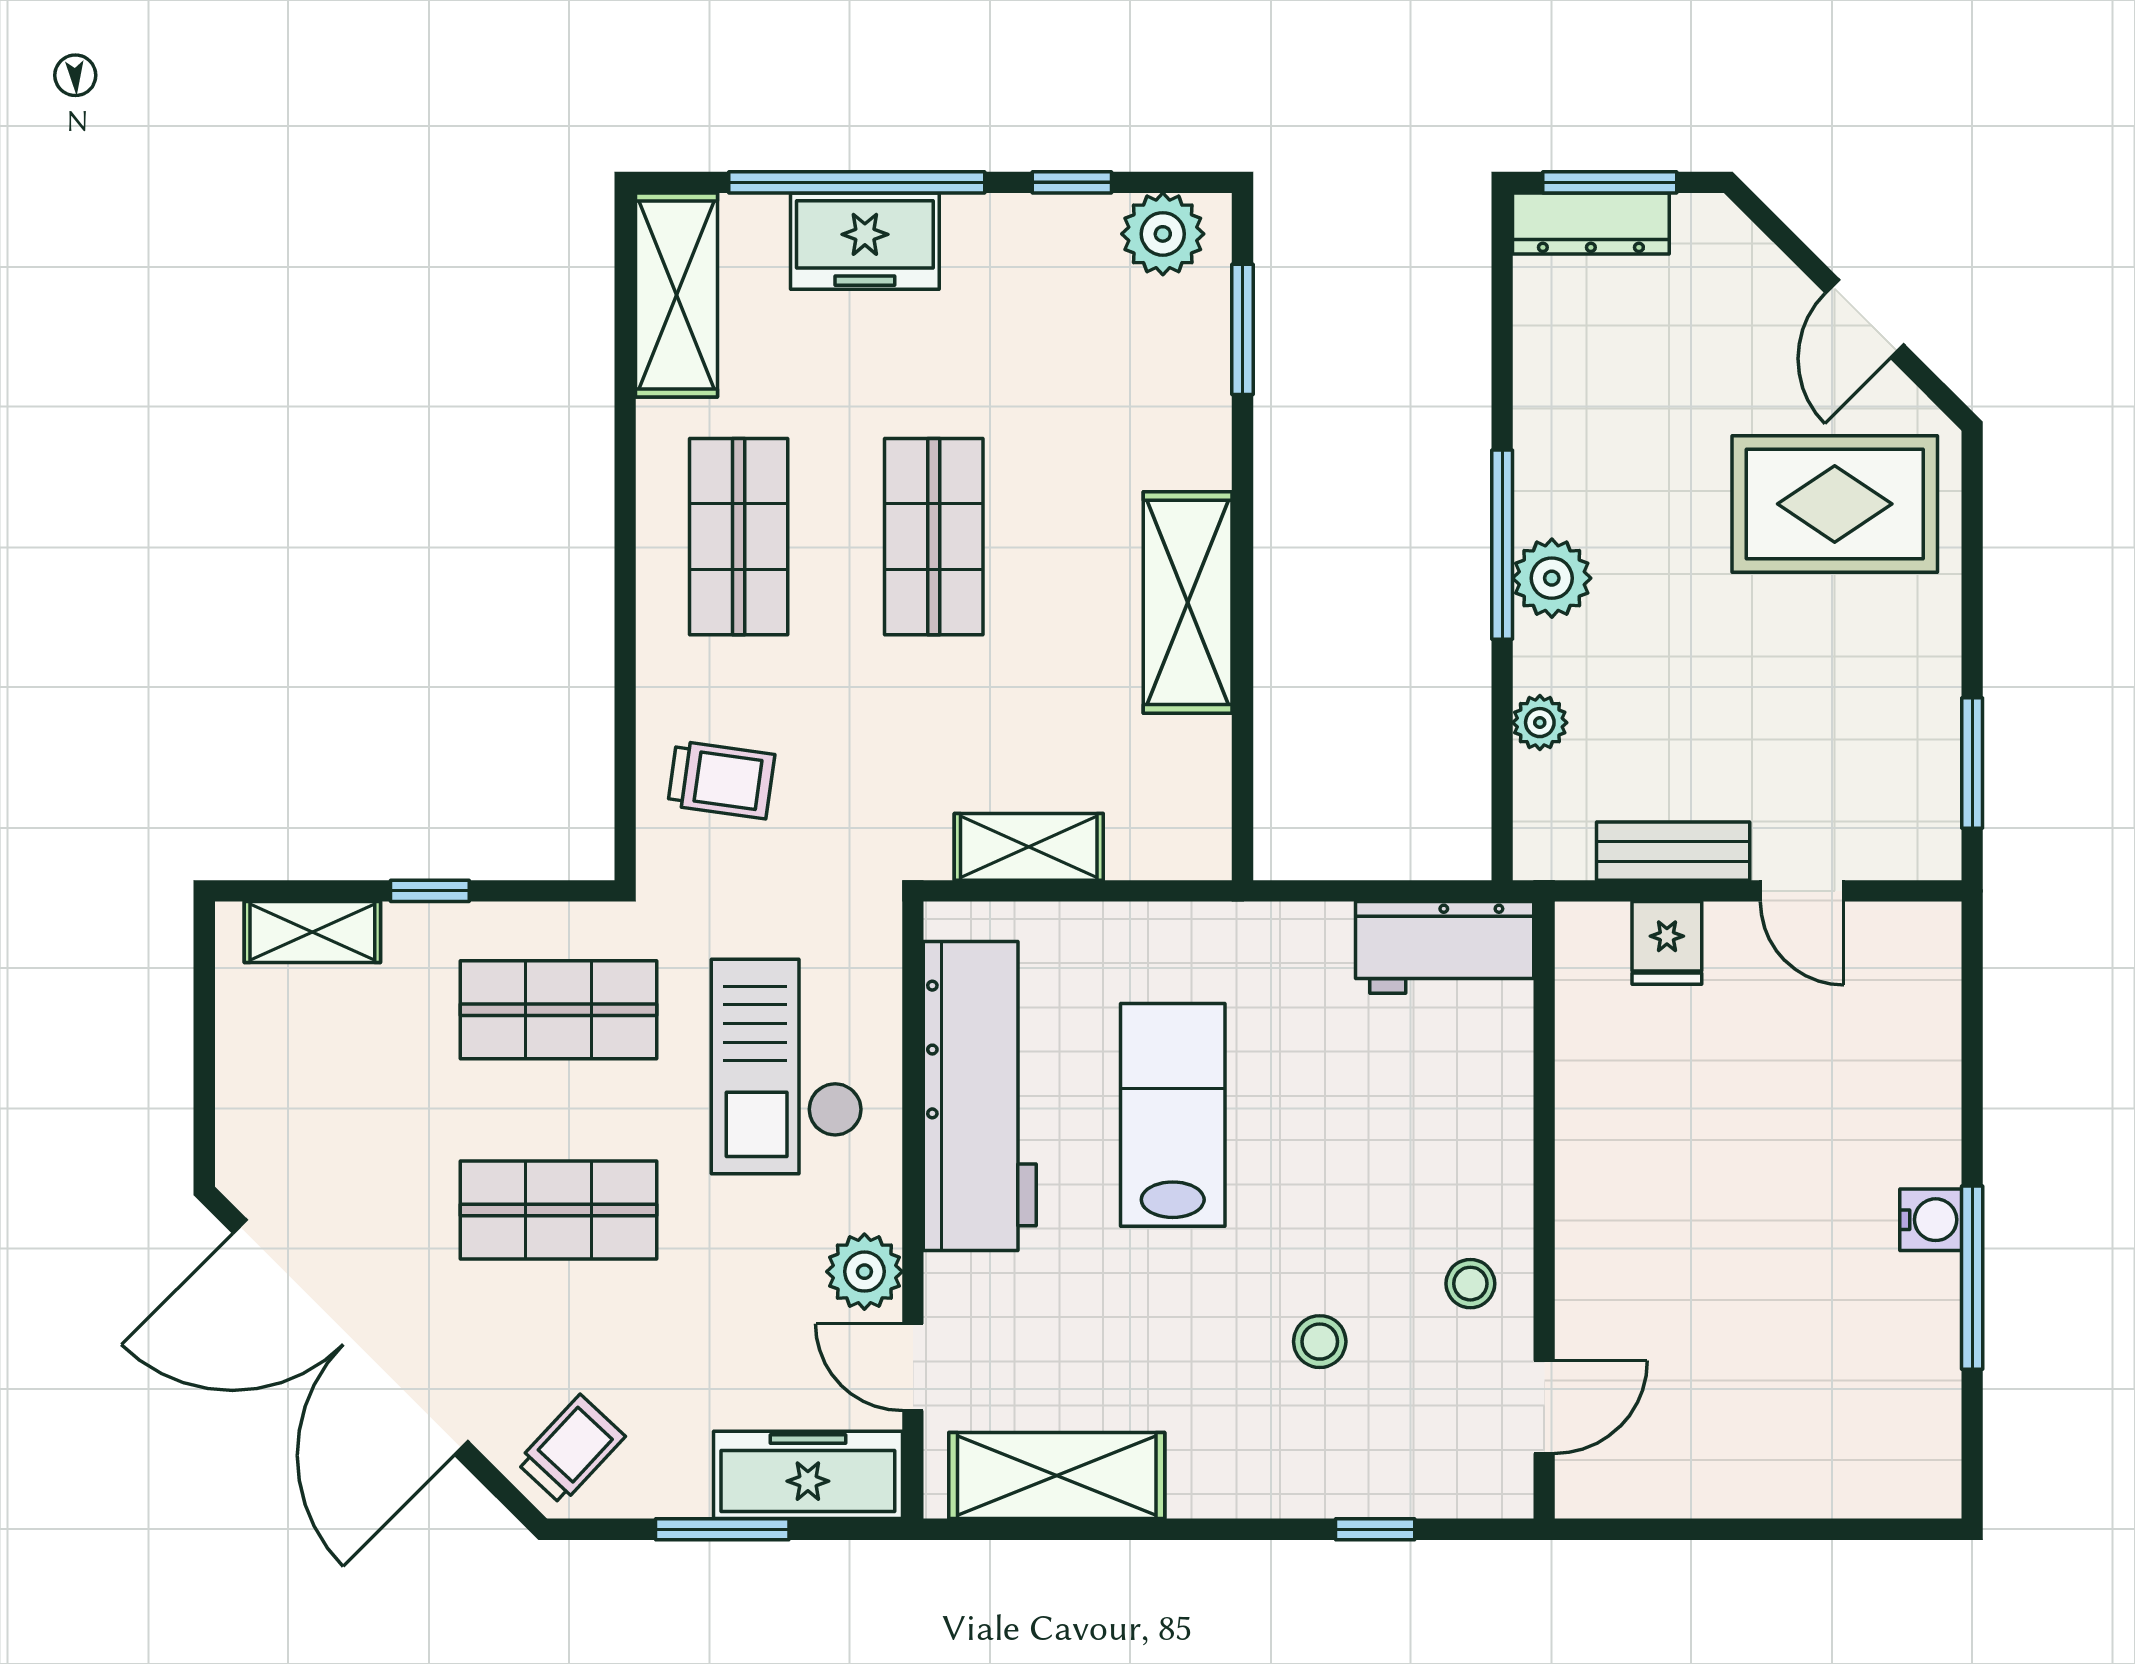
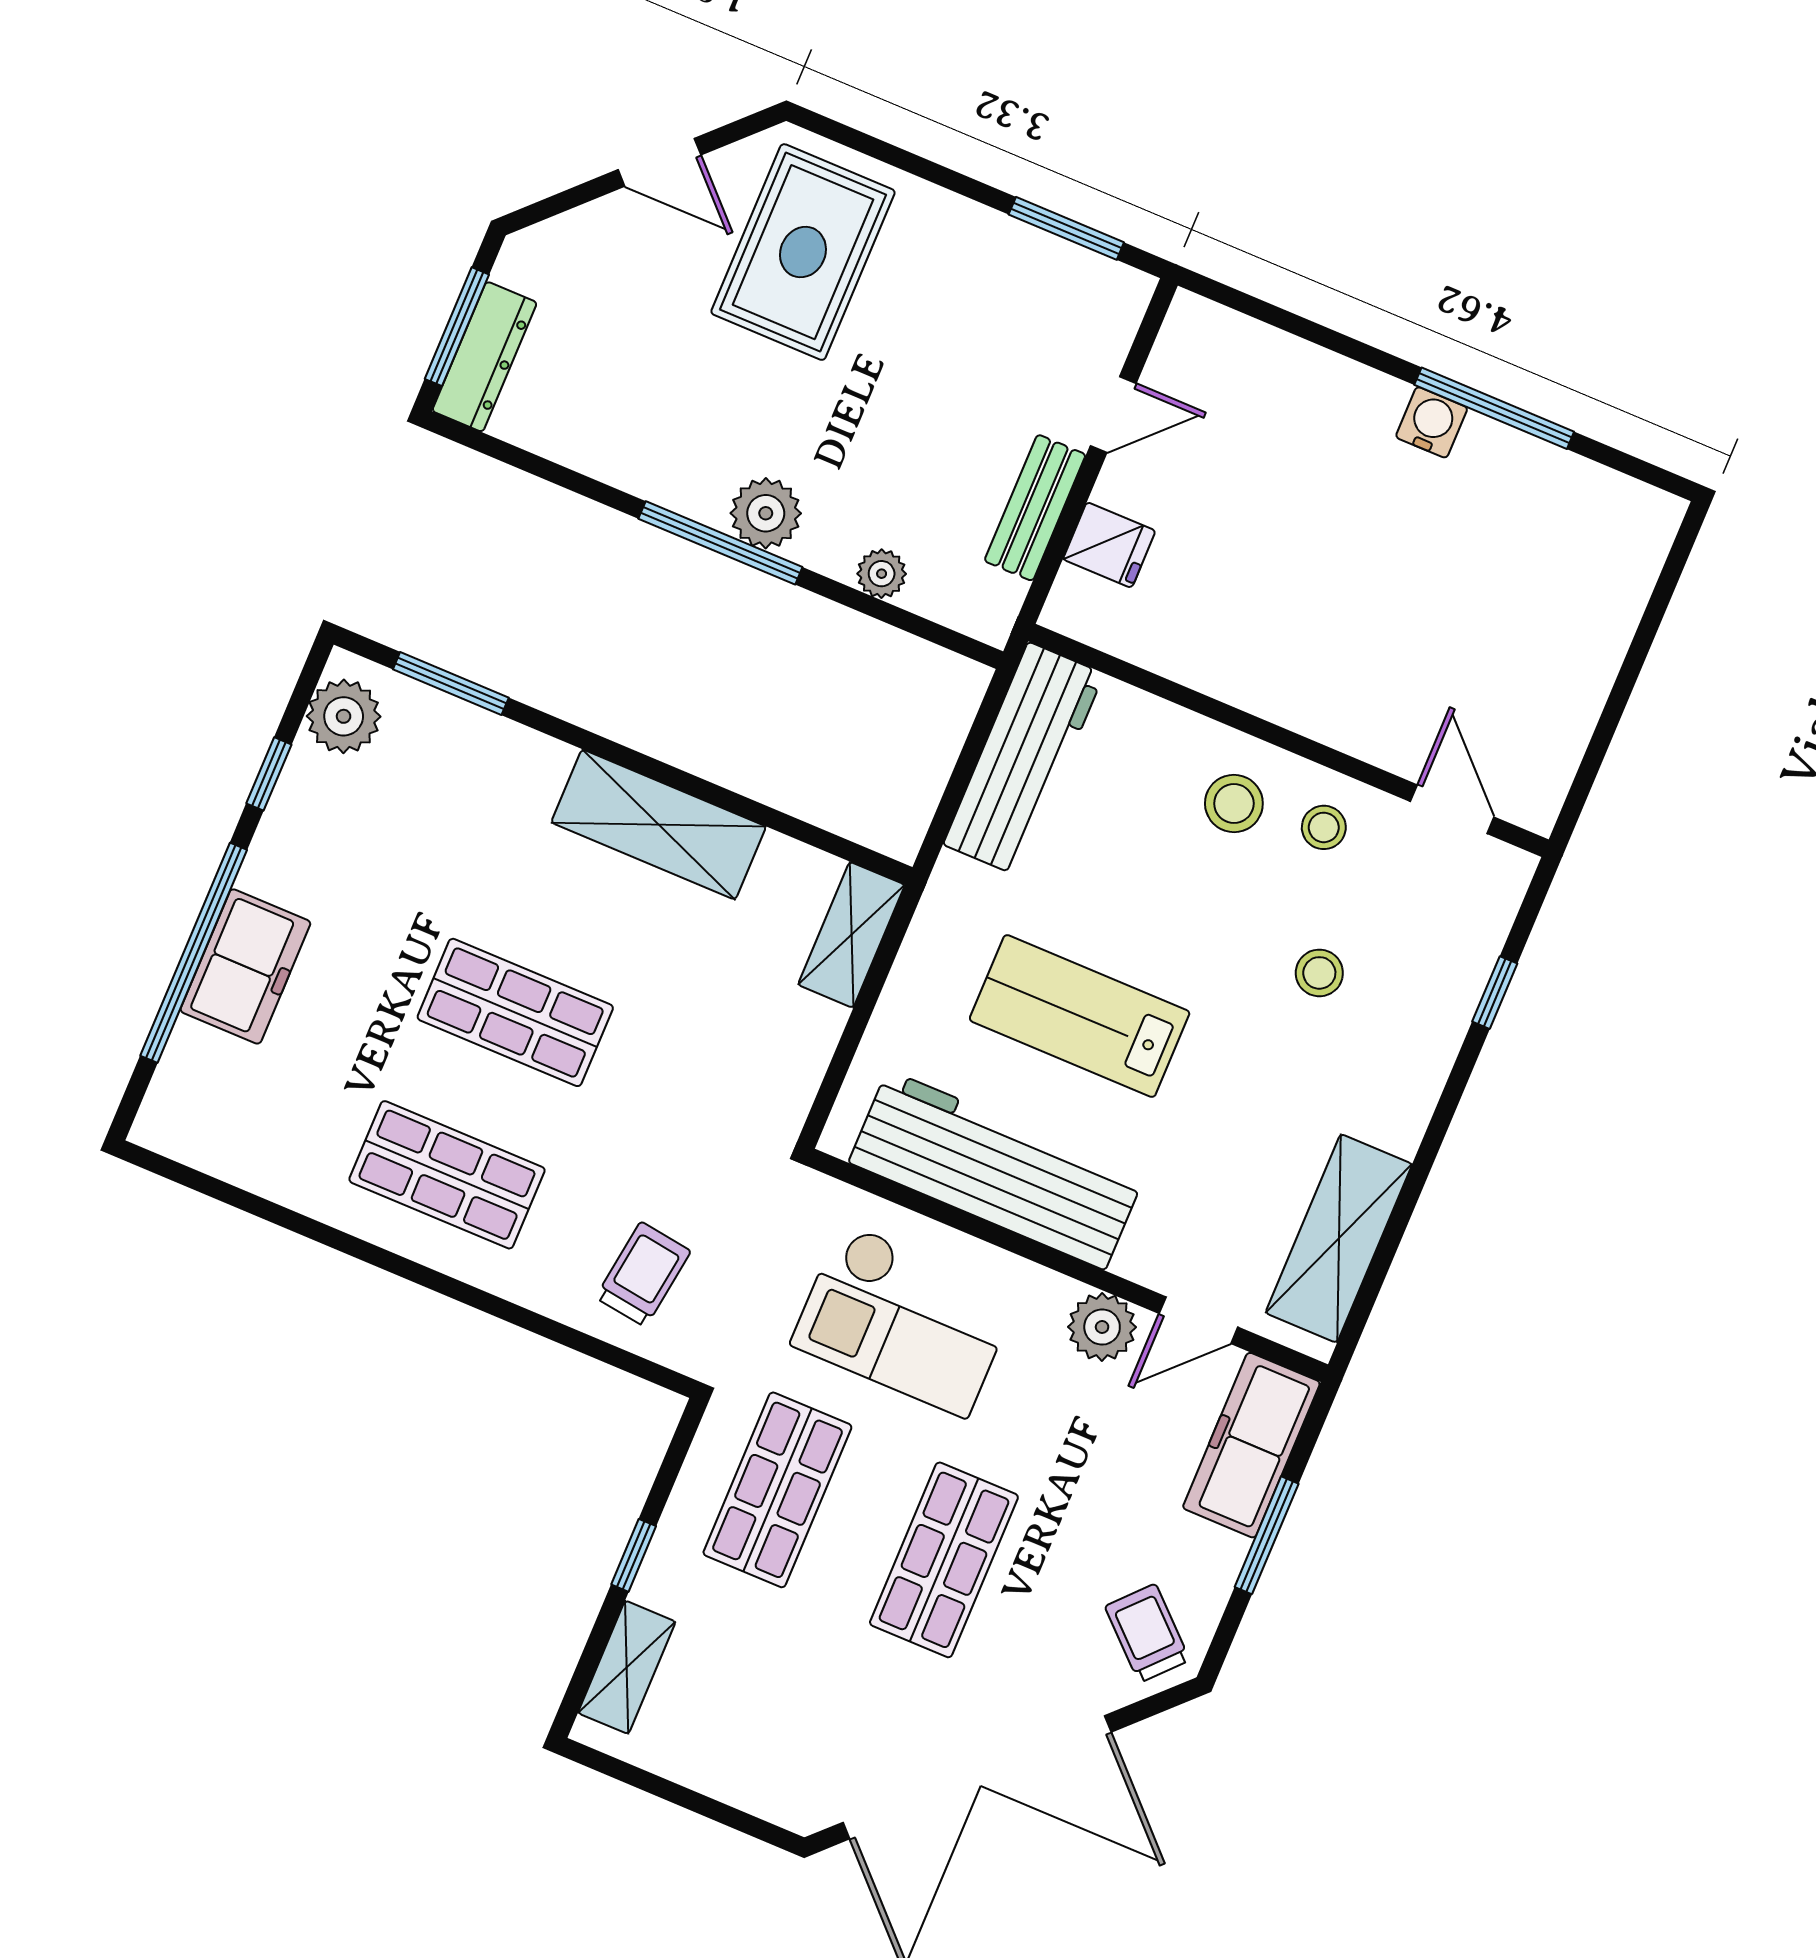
shelving: (677, 295) -> (224, 1142), removed
shelving: (1029, 847) -> (851, 935), moved
workbench: (1445, 947) -> (1024, 759), width x1.38
stool: (1456, 1181) -> (1234, 803), added

